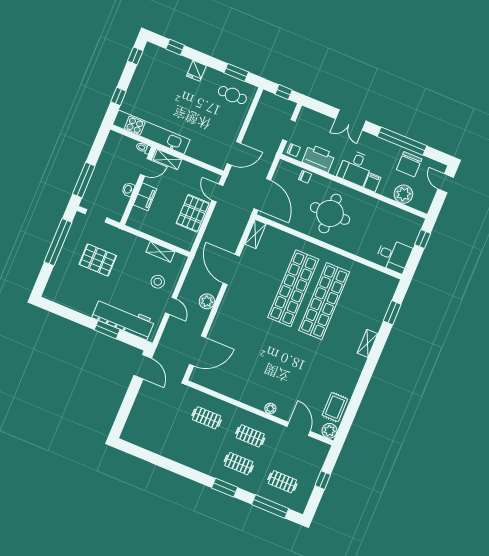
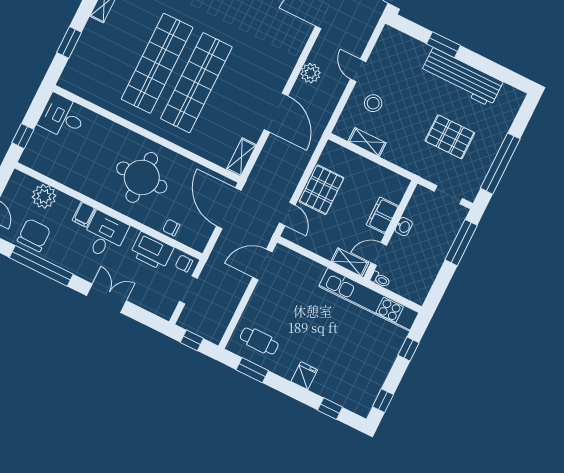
workbench: (123, 319) -> (462, 77), moved

